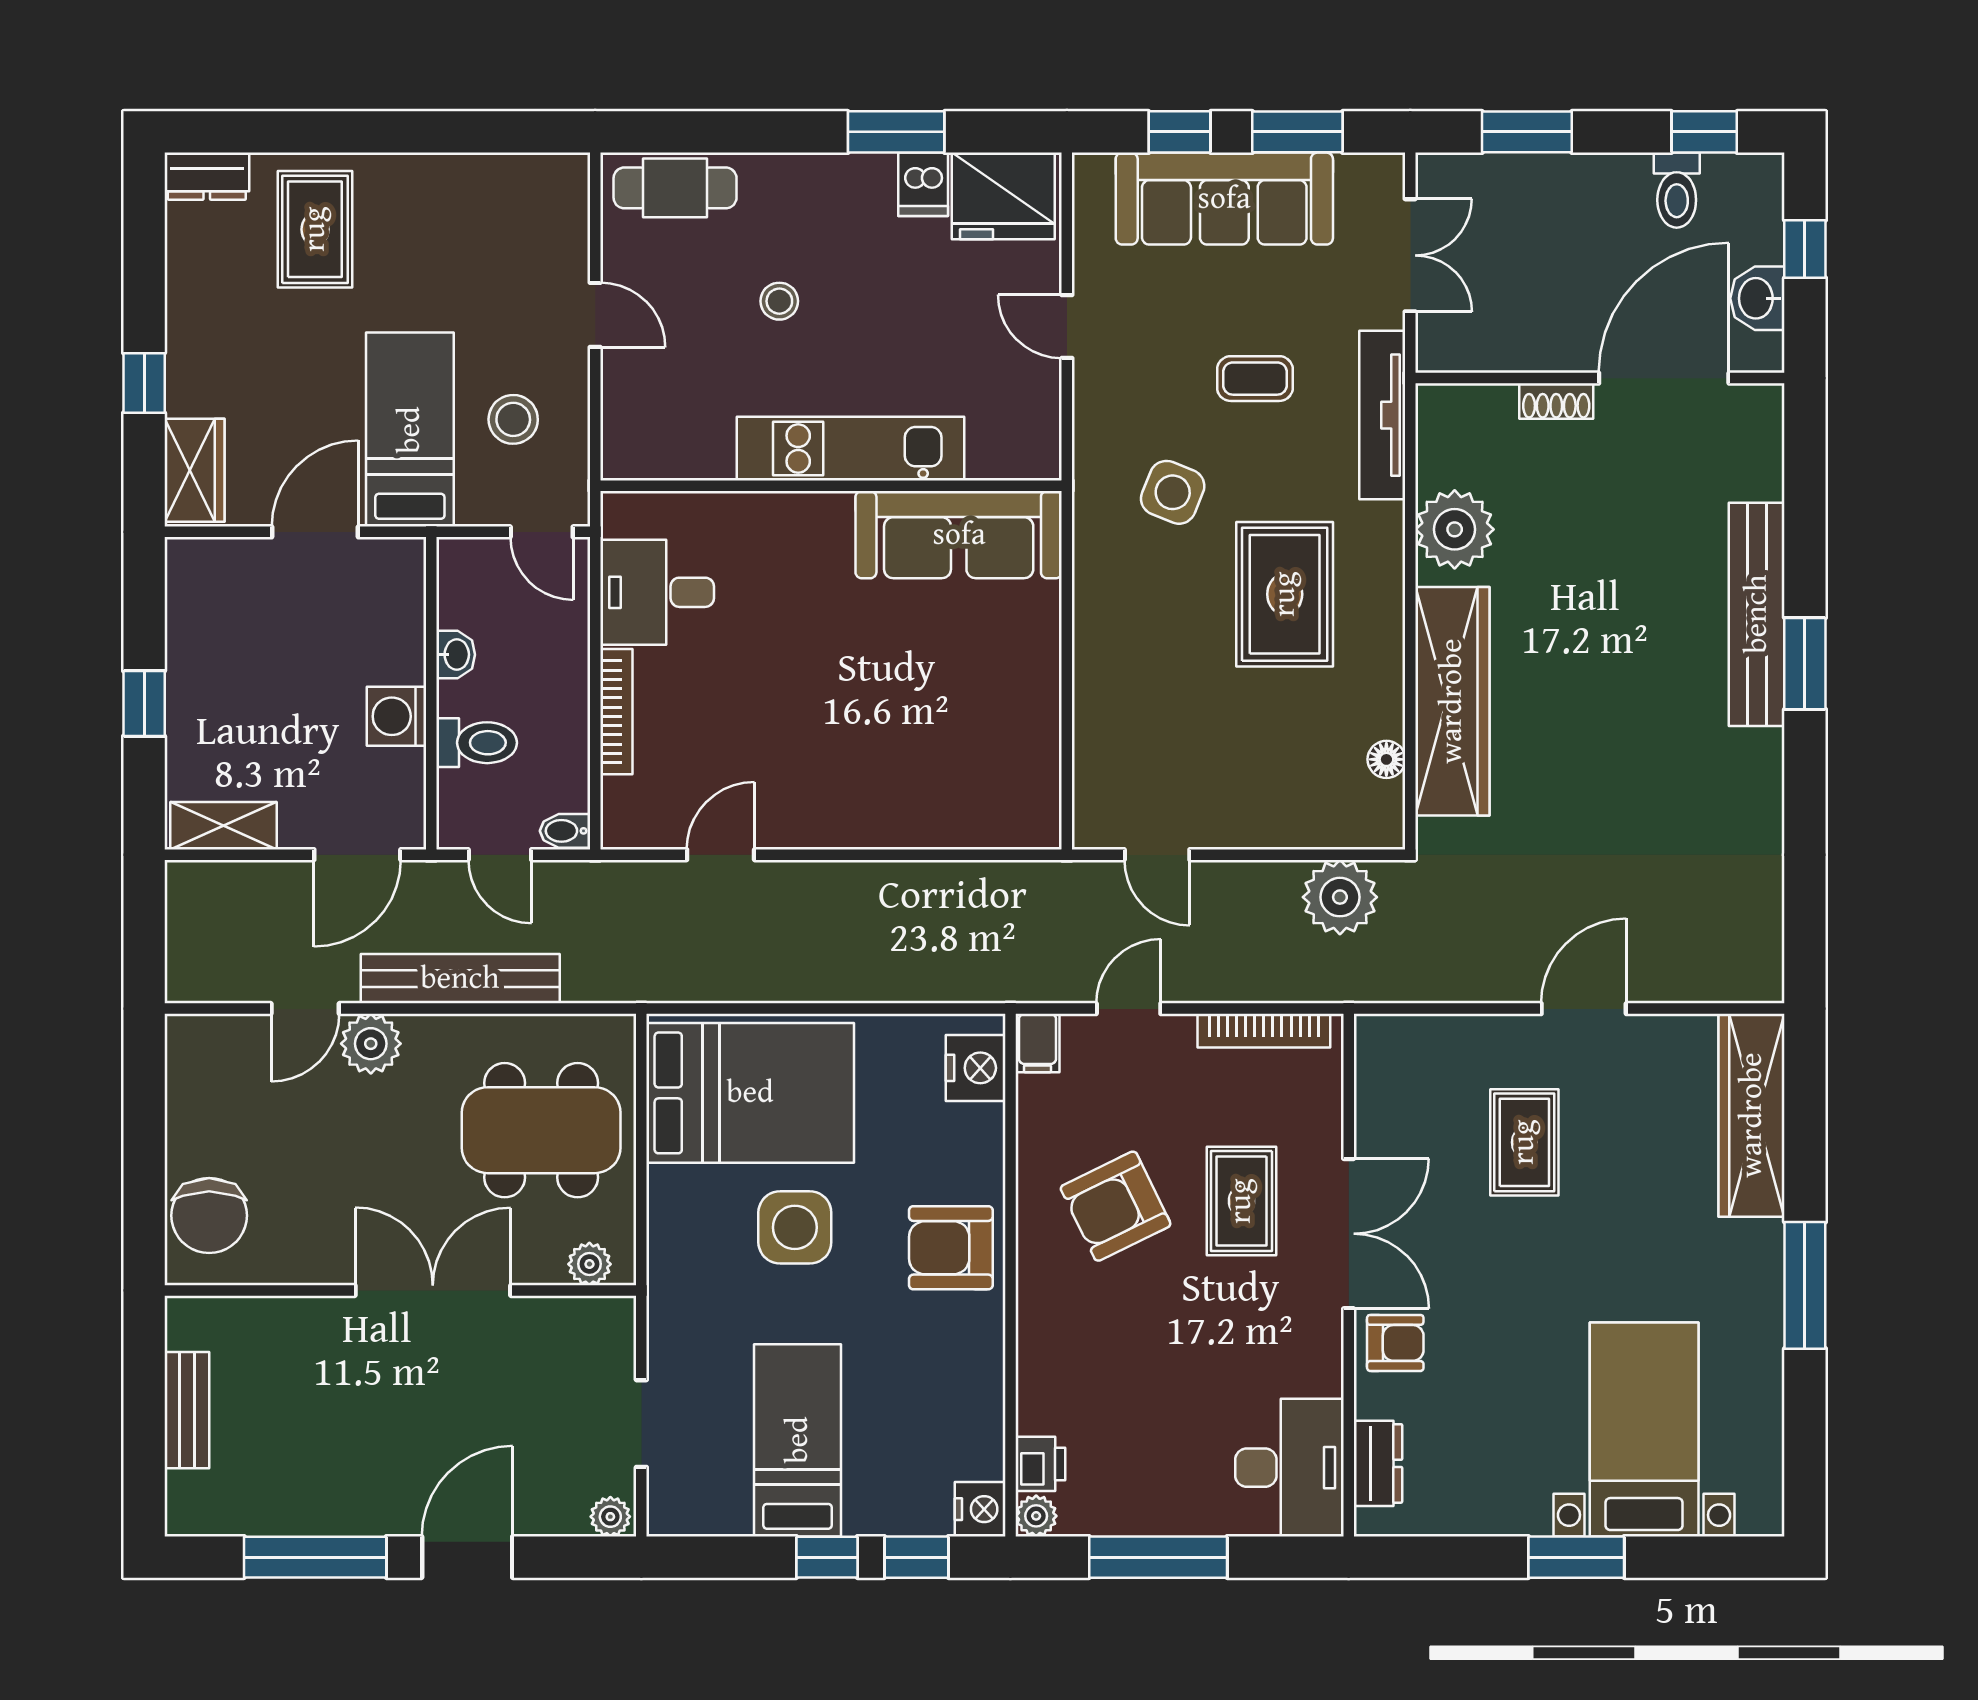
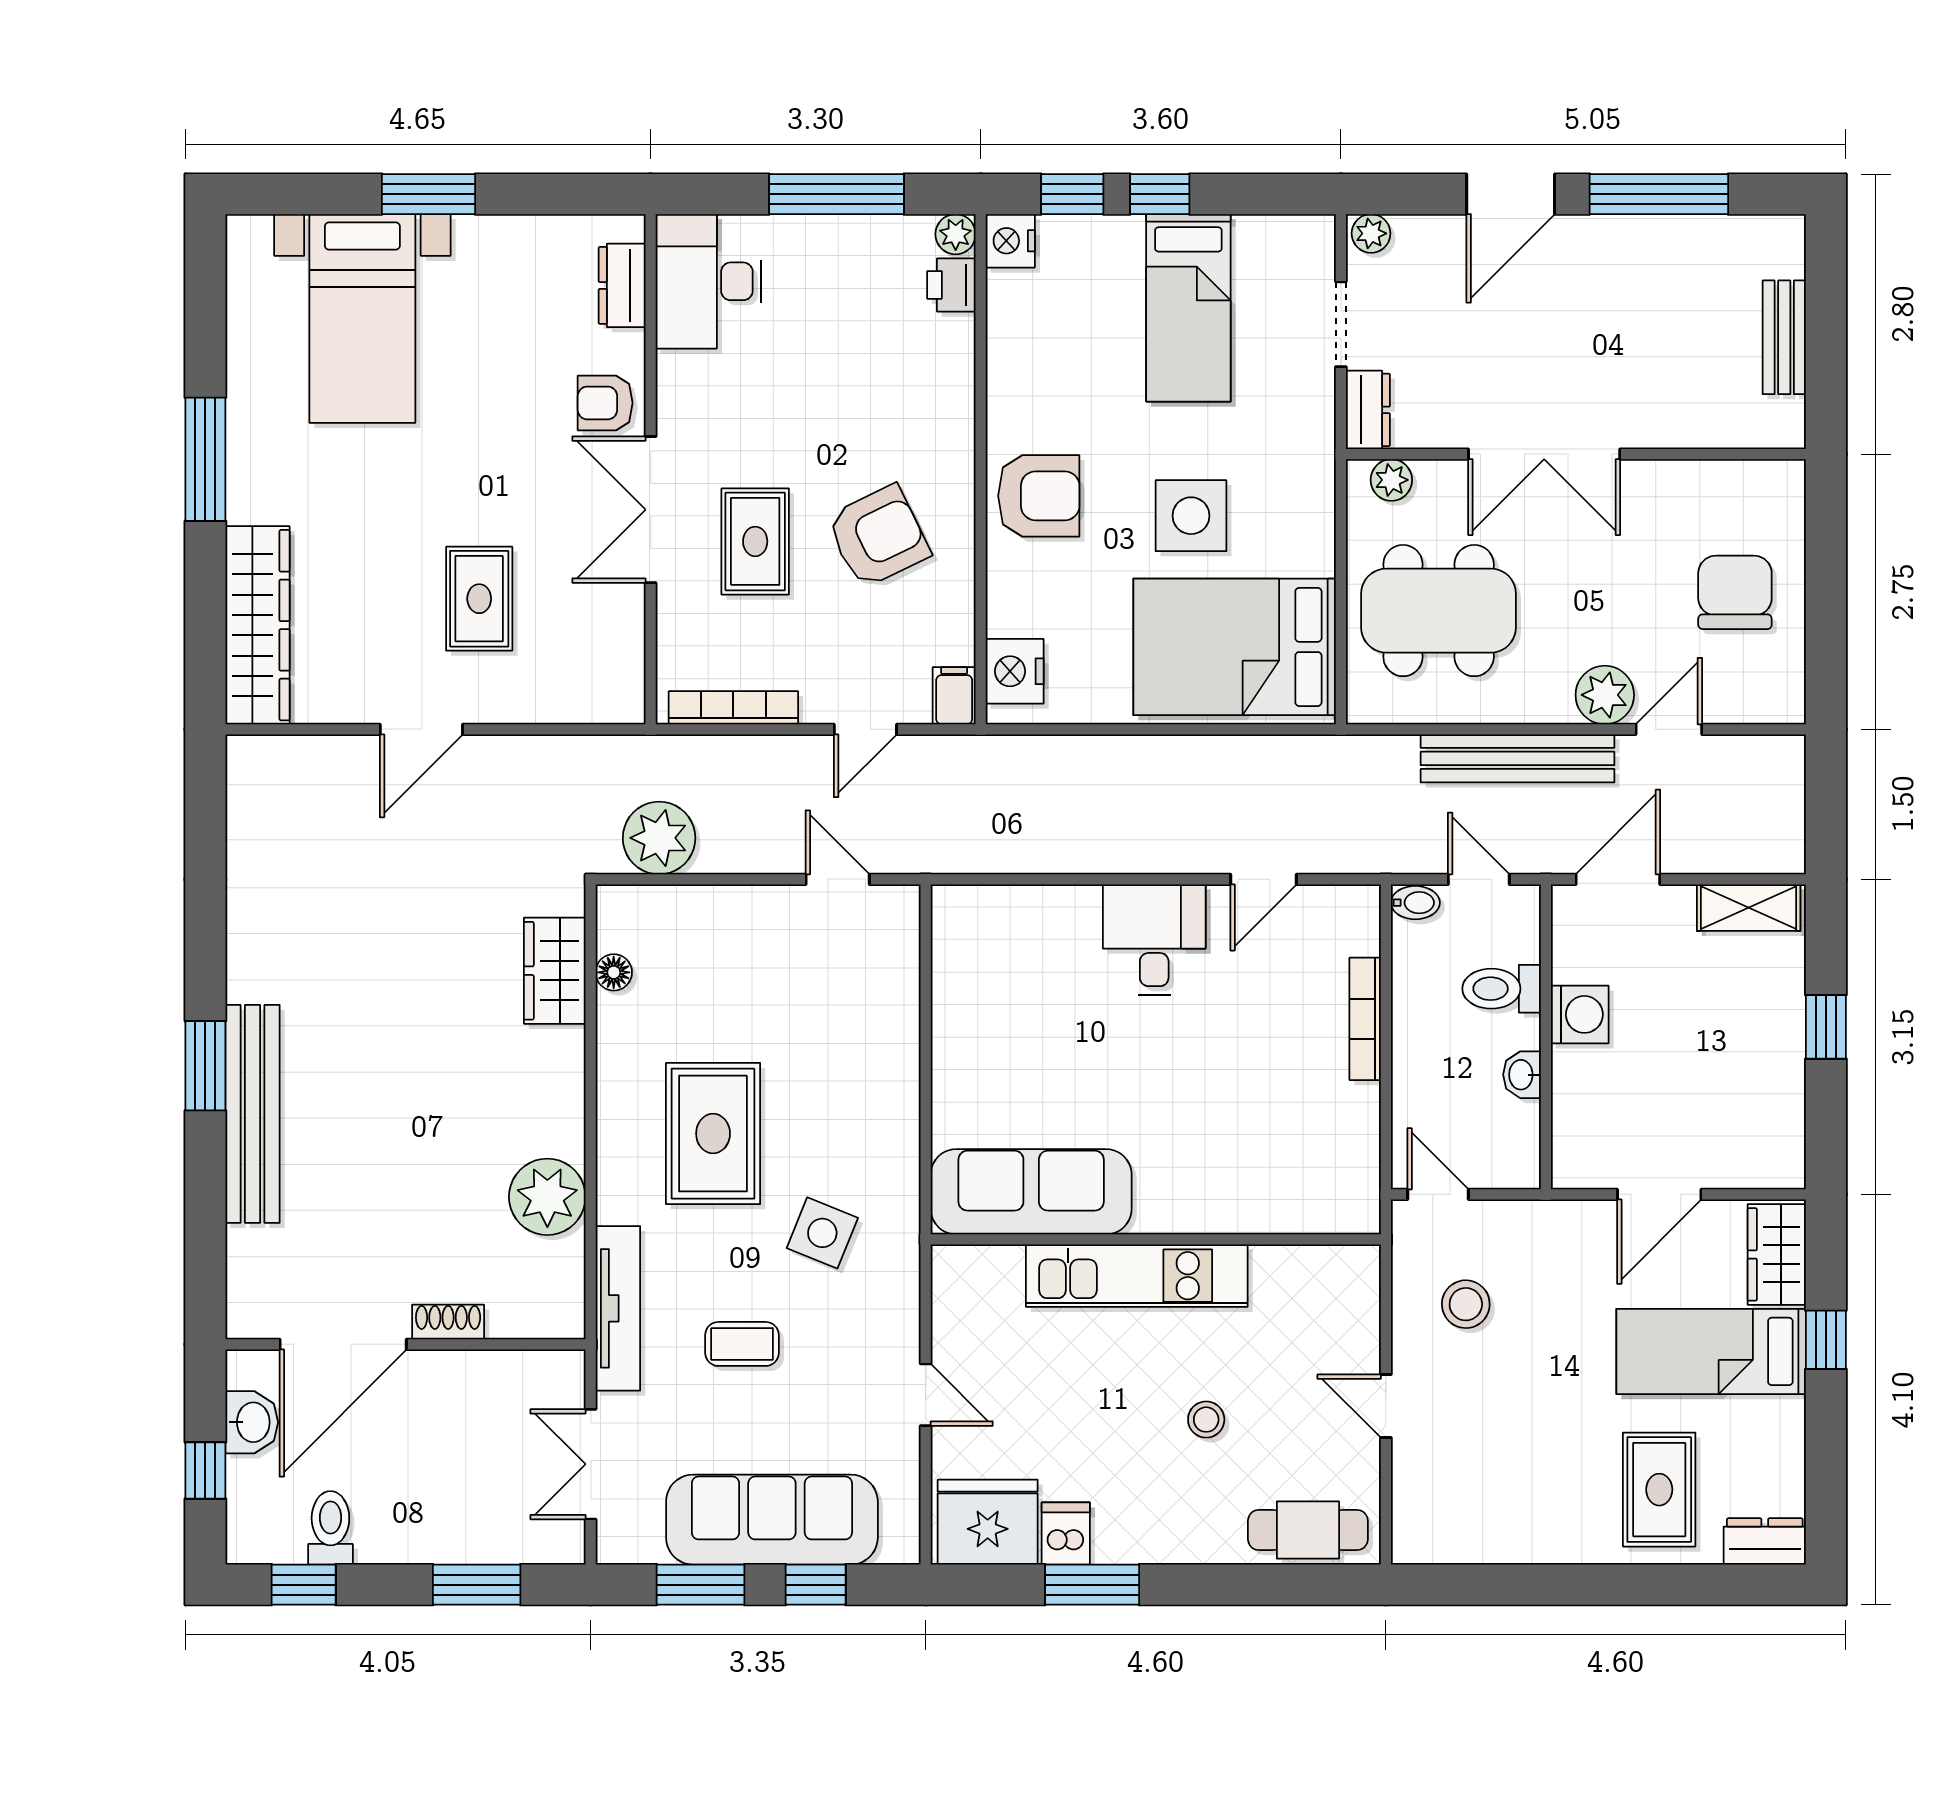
bed: (410, 430) -> (1711, 1351), moved, turned 90
desk: (657, 592) -> (1154, 940), moved, turned -90
wardrobe: (1452, 701) -> (555, 971), width x0.48, depth x0.85
chair: (209, 1216) -> (1735, 592), moved
dresser: (614, 1336) -> (1368, 410), added

